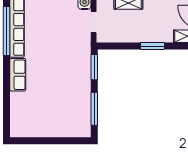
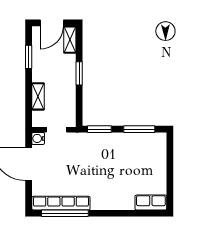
row of seats: (18, 75) -> (151, 202), moved

